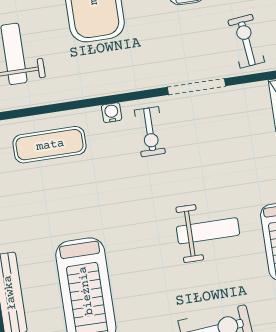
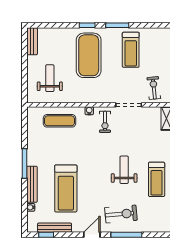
weight bench: (208, 231) -> (124, 170), turned -90

